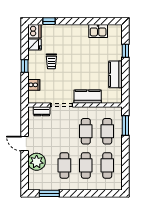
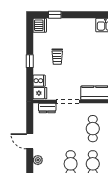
fridge: (35, 44) -> (40, 93), moved
plant: (37, 162) -> (38, 160), width x0.53, depth x0.53

